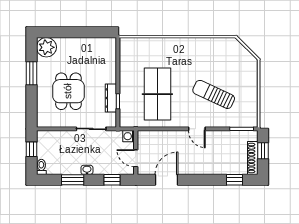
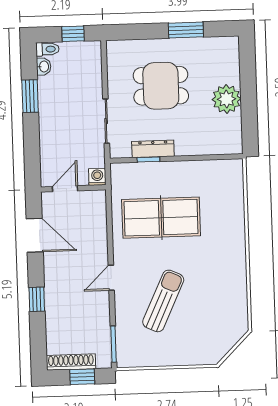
plant: (46, 47) -> (227, 99), moved
washbasin: (87, 170) -> (44, 67), moved
window: (112, 180) -> (32, 155), removed
window: (235, 180) -> (37, 299), moved

